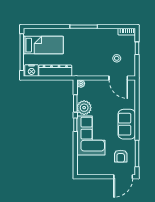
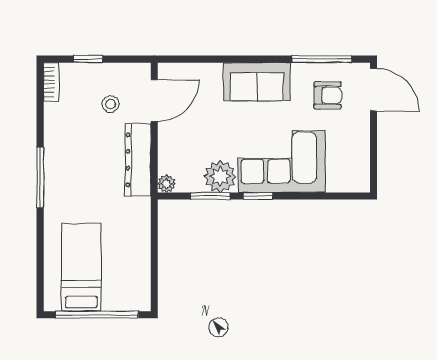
nightstand: (31, 70) -> (138, 293), removed
dresser: (55, 71) -> (138, 160), moved

